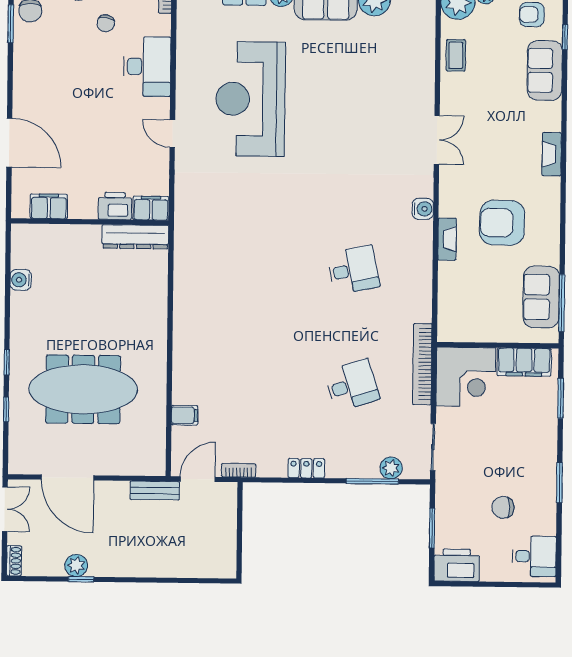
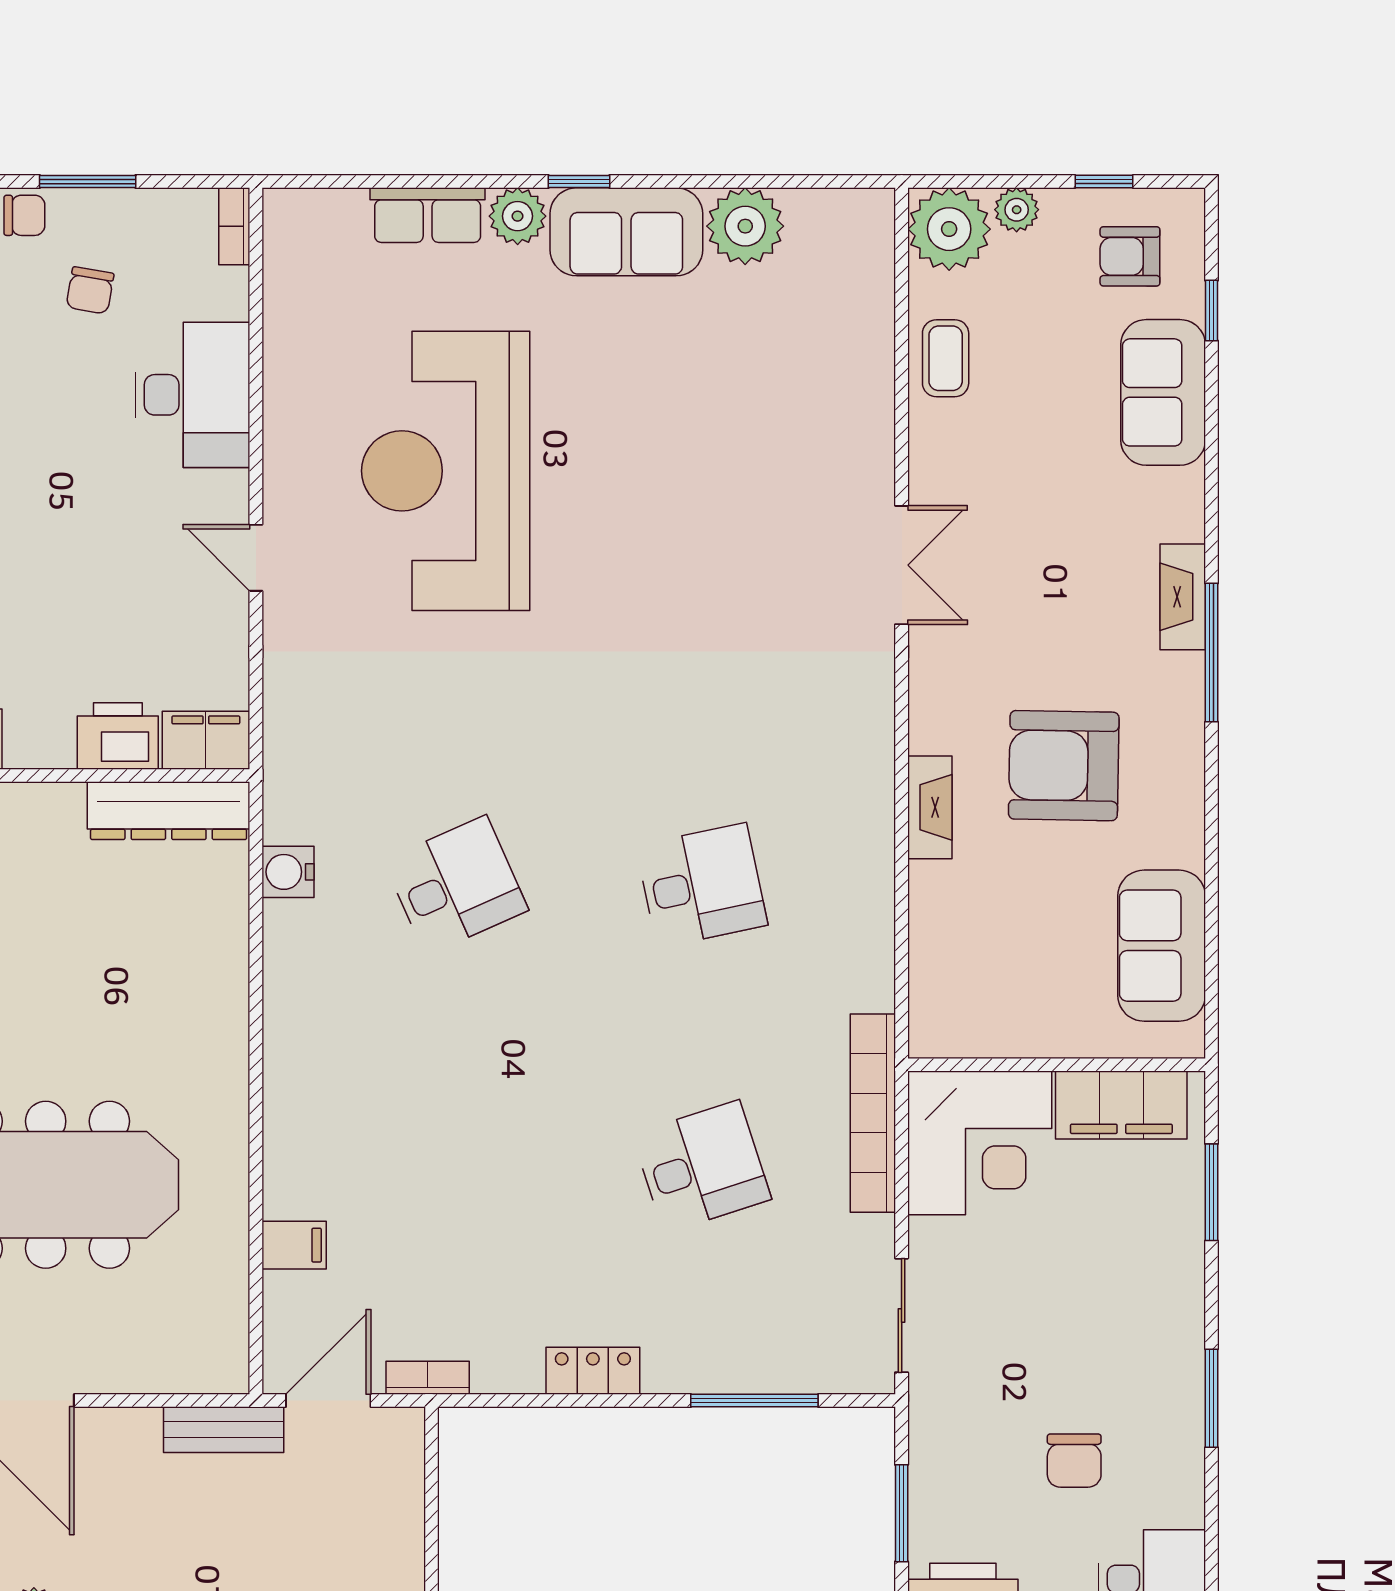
water cooler: (423, 209) -> (288, 872), moved, turned 180
desk: (253, 269) -> (456, 885), added
window: (562, 303) -> (1211, 653), moved
plant: (391, 468) -> (800, 1367), removed
chair: (503, 507) -> (1074, 1461), turned -90

